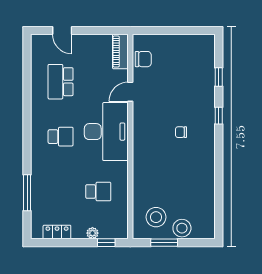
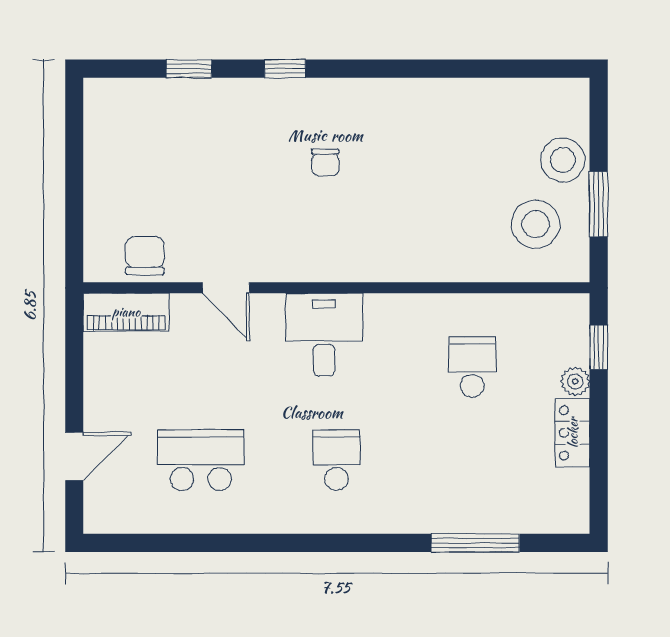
school desk: (61, 82) -> (201, 460), turned 180
desk: (106, 132) -> (324, 335), width x0.53, depth x0.77
locker: (57, 232) -> (573, 433), moved

